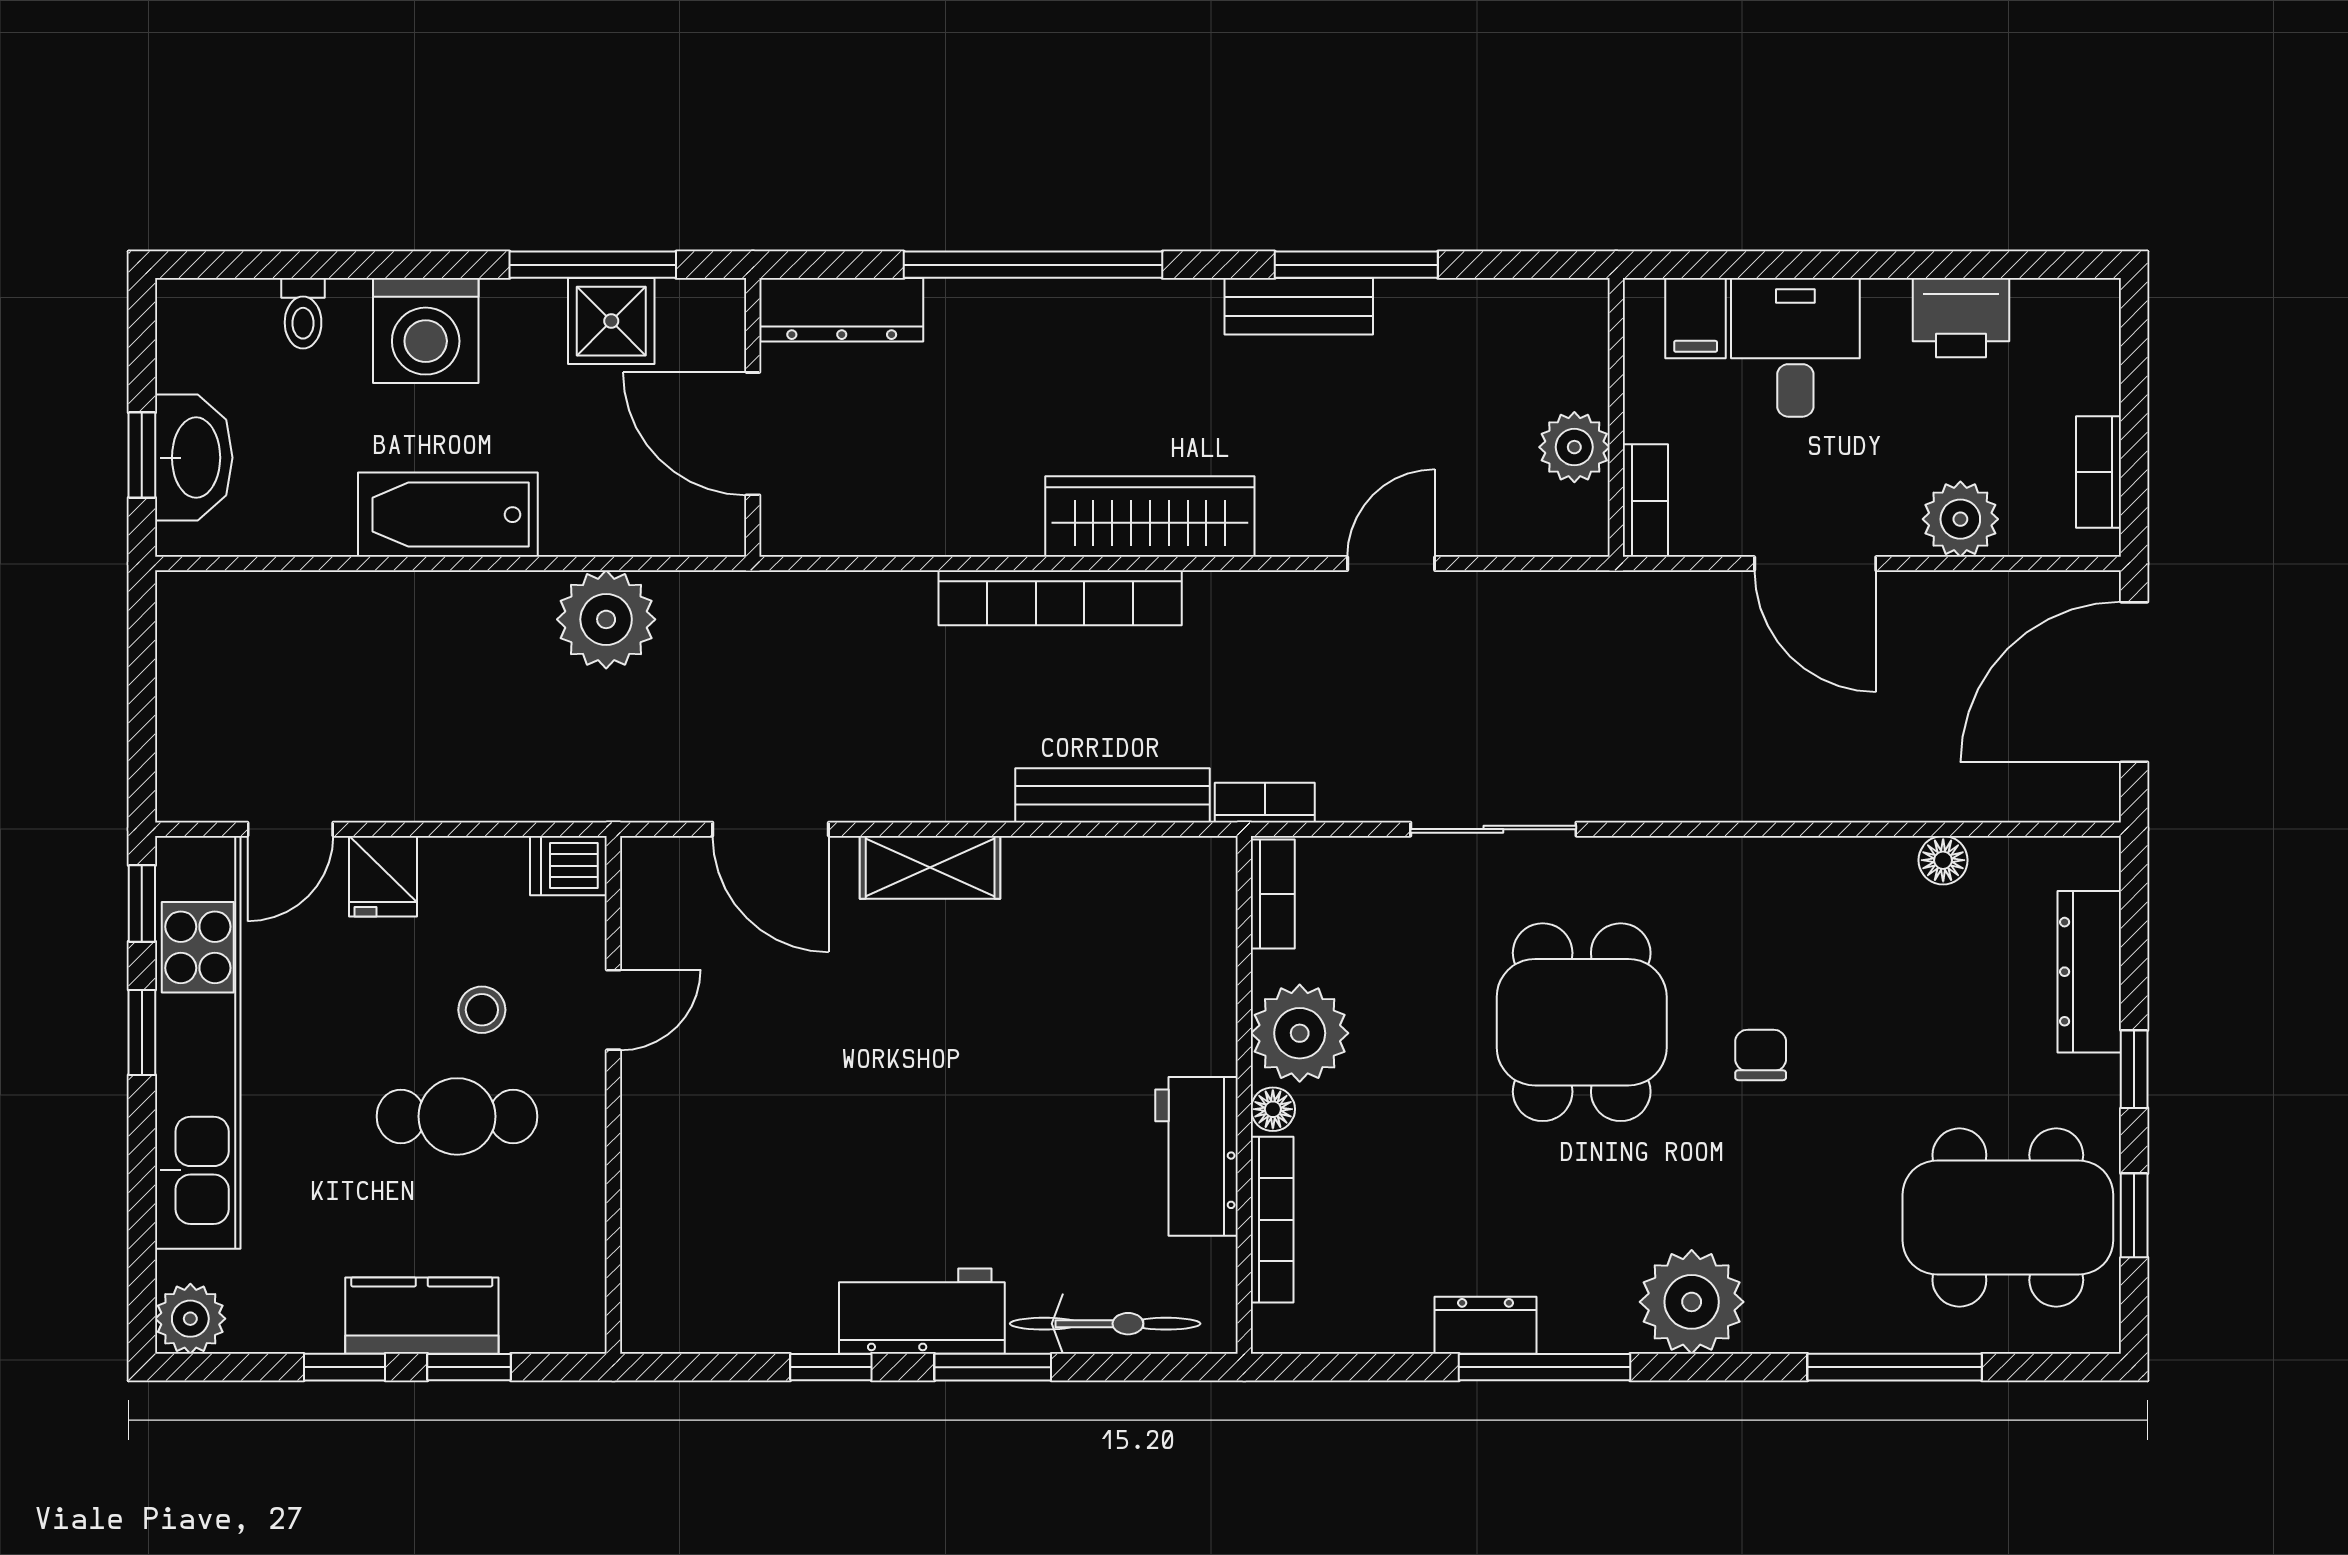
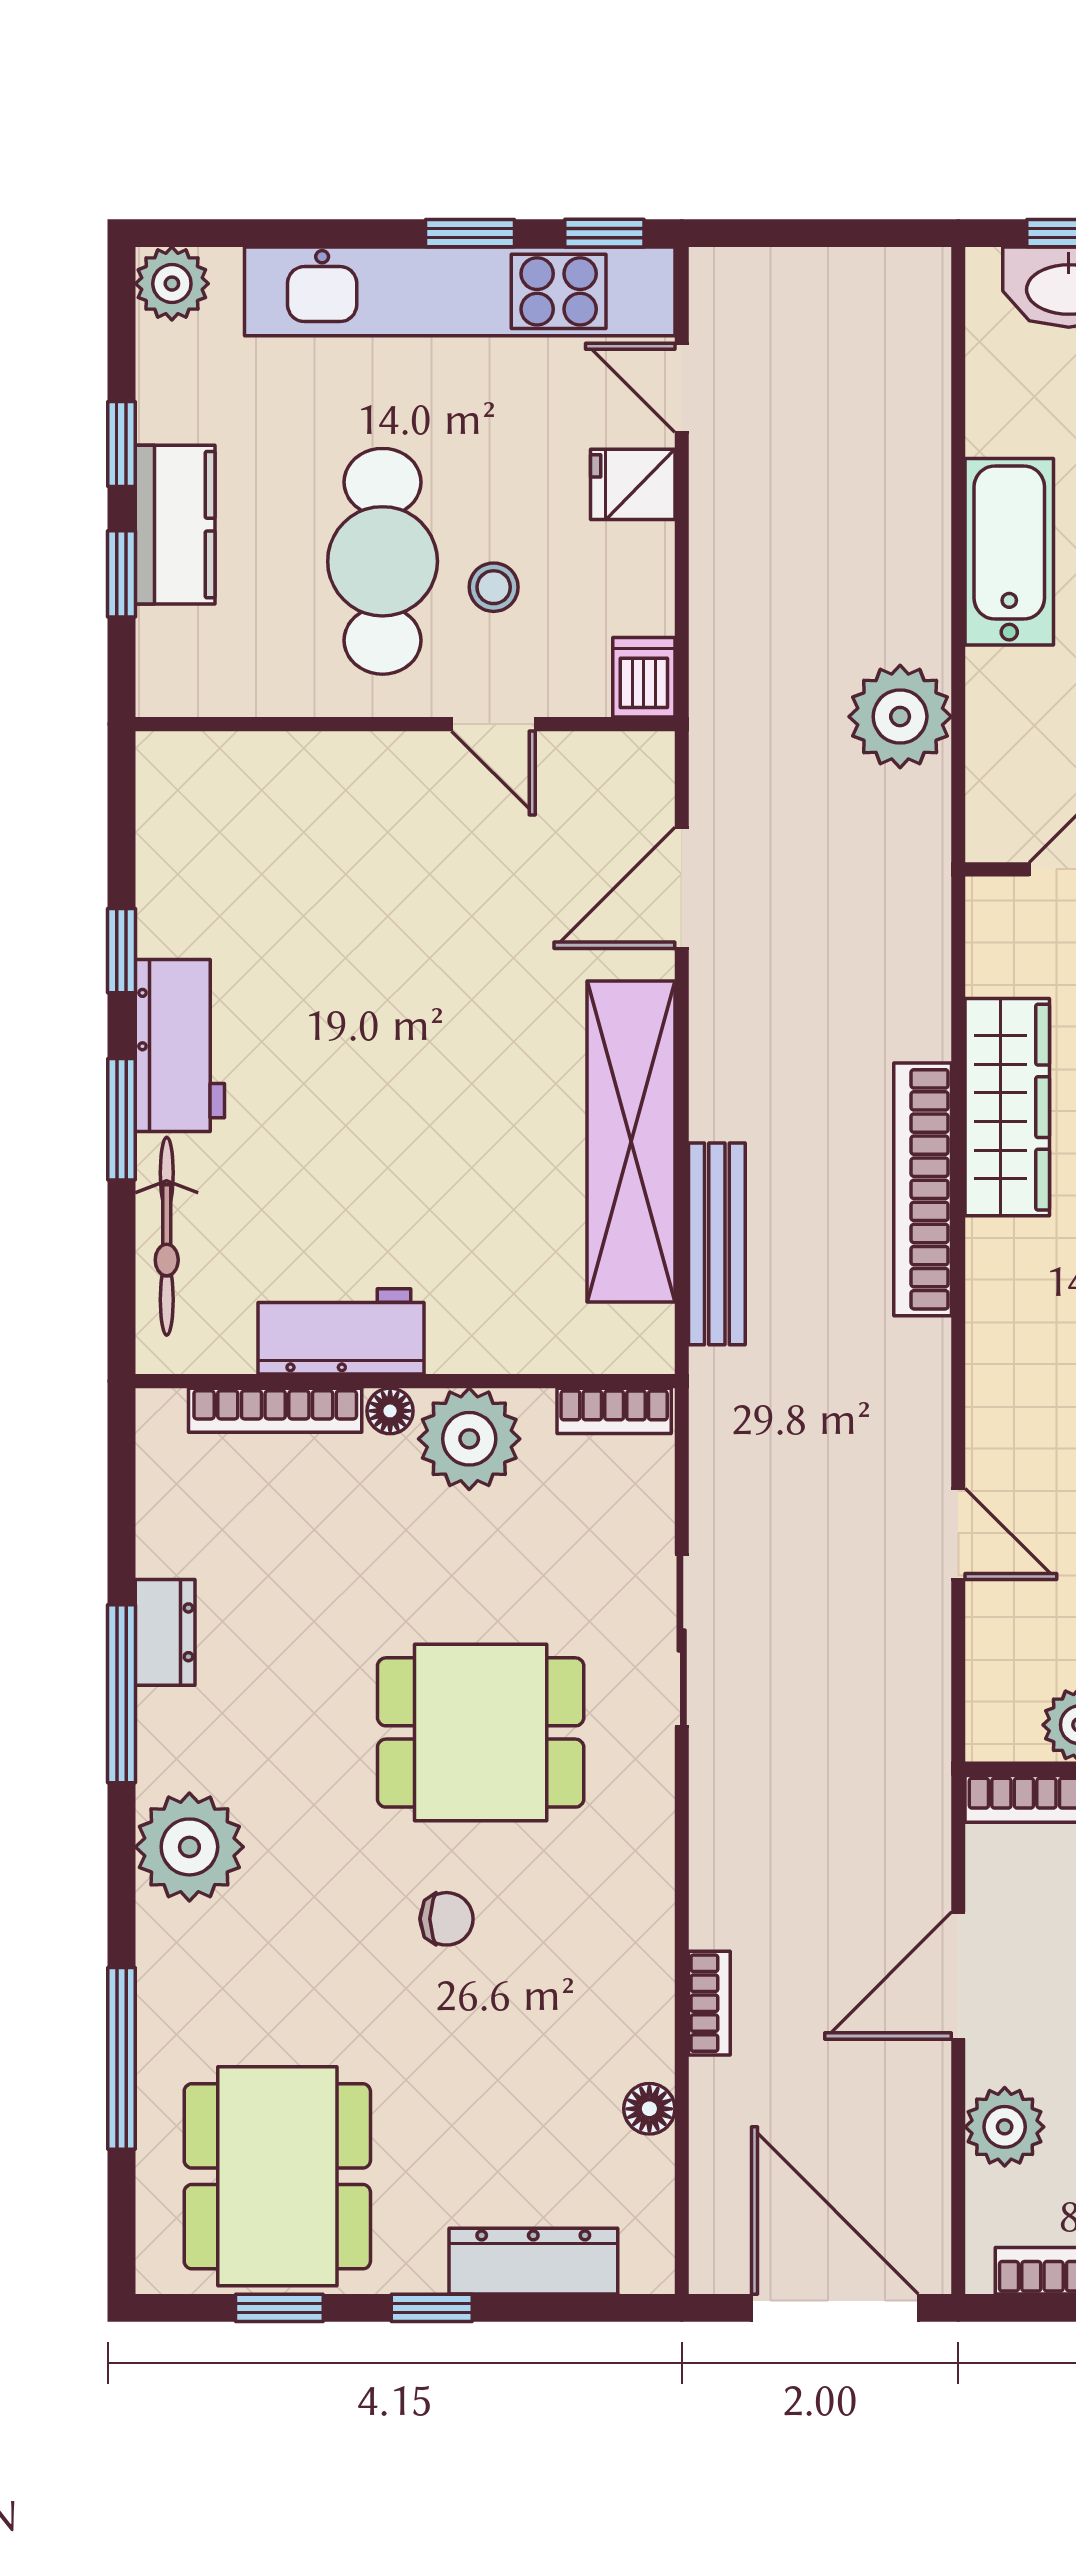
wardrobe: (1150, 517) -> (1007, 1107), moved
bookcase: (1265, 803) -> (709, 2003), moved
shelving: (930, 867) -> (631, 1142), width x2.20, depth x1.33
cafe table: (457, 1116) -> (383, 561), width x1.37, depth x1.35

